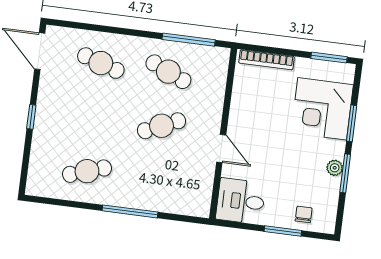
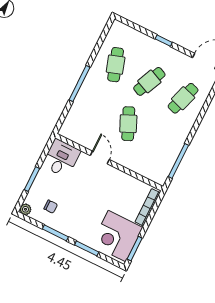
cafe table: (168, 72) -> (149, 81), moved
corner desk: (322, 109) -> (117, 236), moved, turned -90
door: (221, 149) -> (100, 157), swing flipped
plant: (335, 168) -> (25, 209), moved
chair: (304, 214) -> (51, 207), moved

